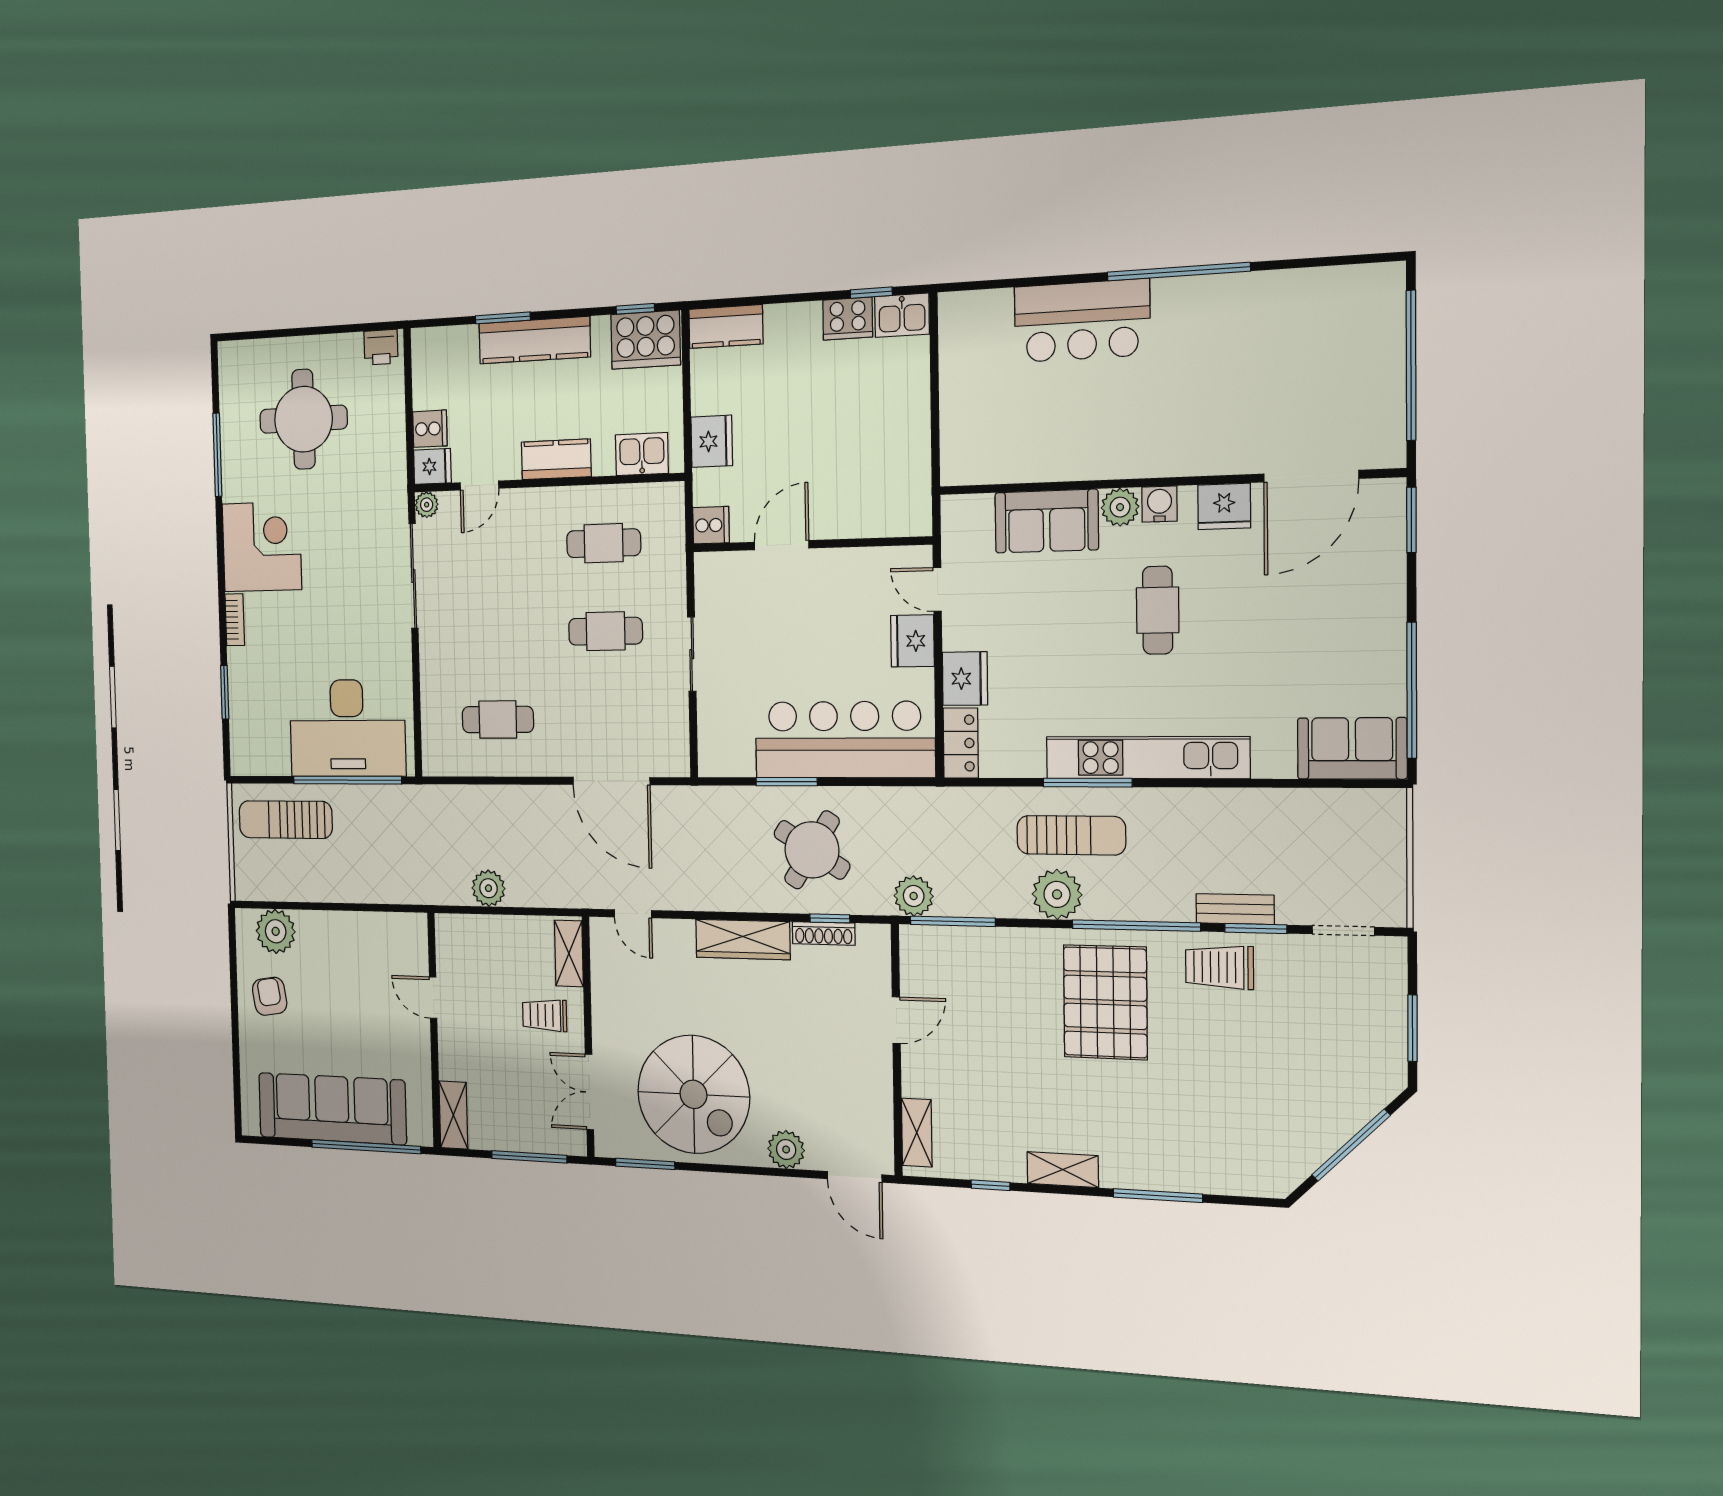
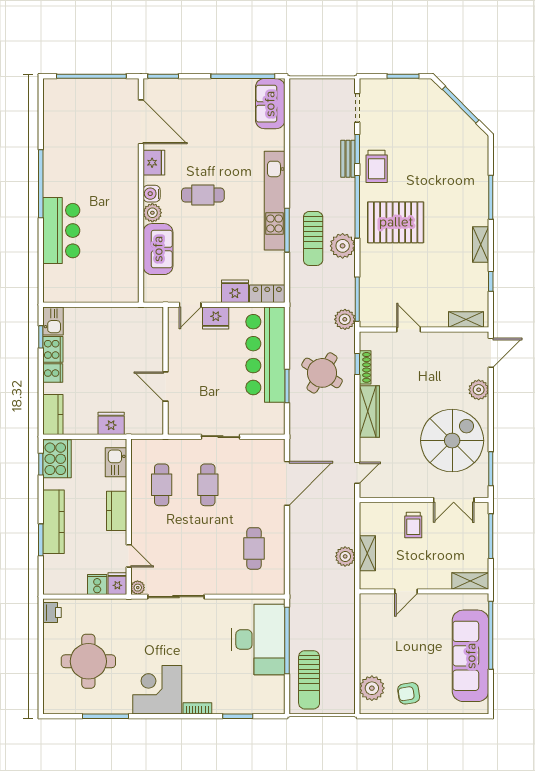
cooker: (711, 525) -> (53, 373), moved, turned 90
sun lounger: (1071, 835) -> (313, 238), turned 180
shelving: (569, 953) -> (367, 553), moved, turned 90

